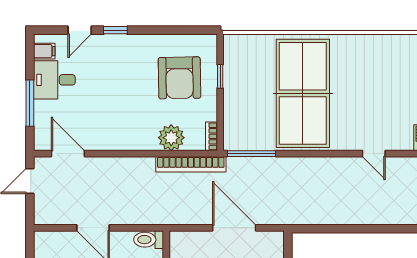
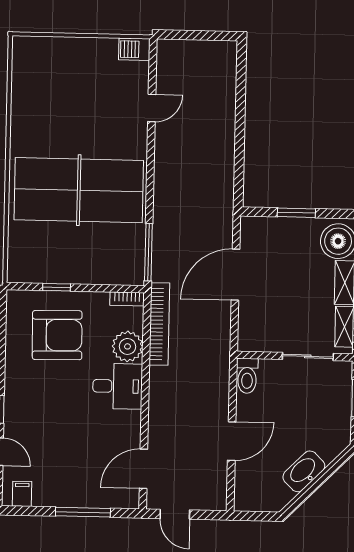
desk: (54, 80) -> (118, 386), moved, turned -90

